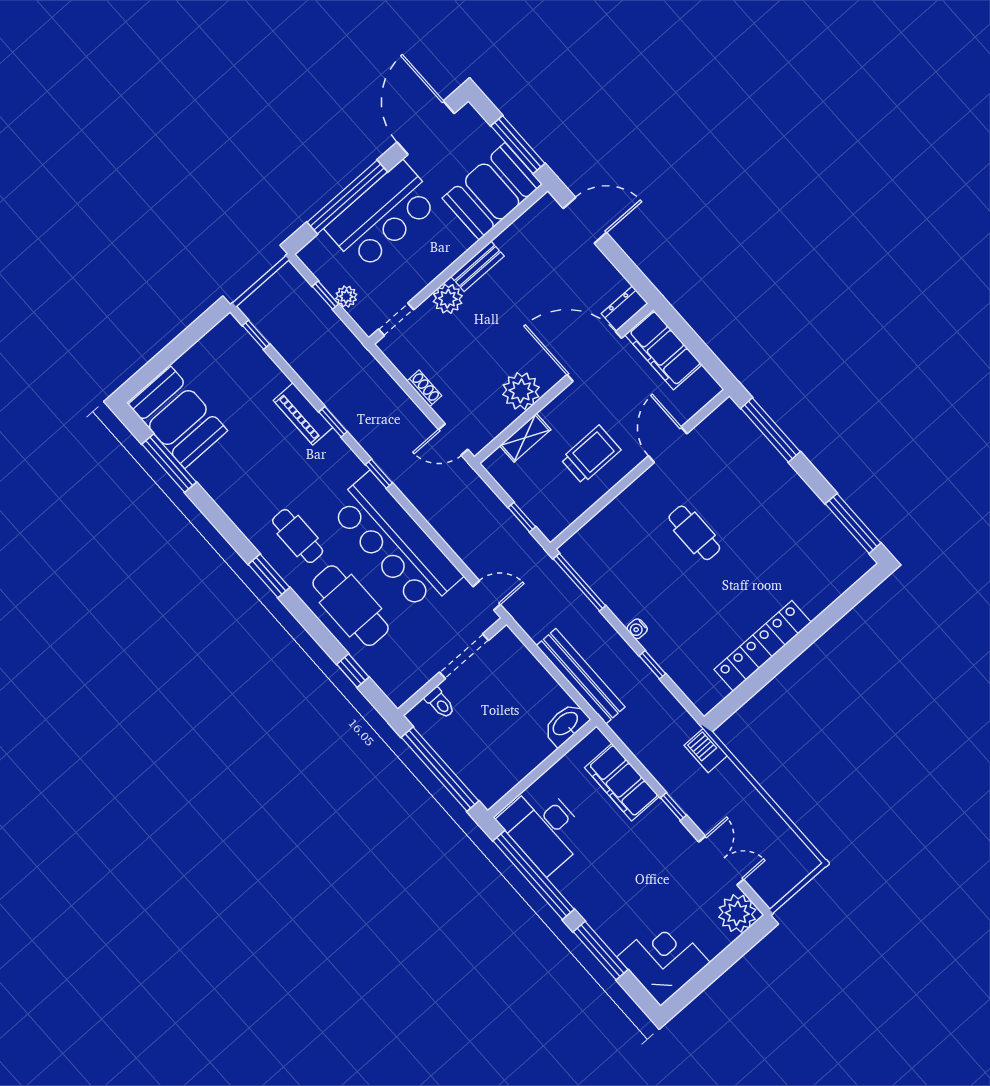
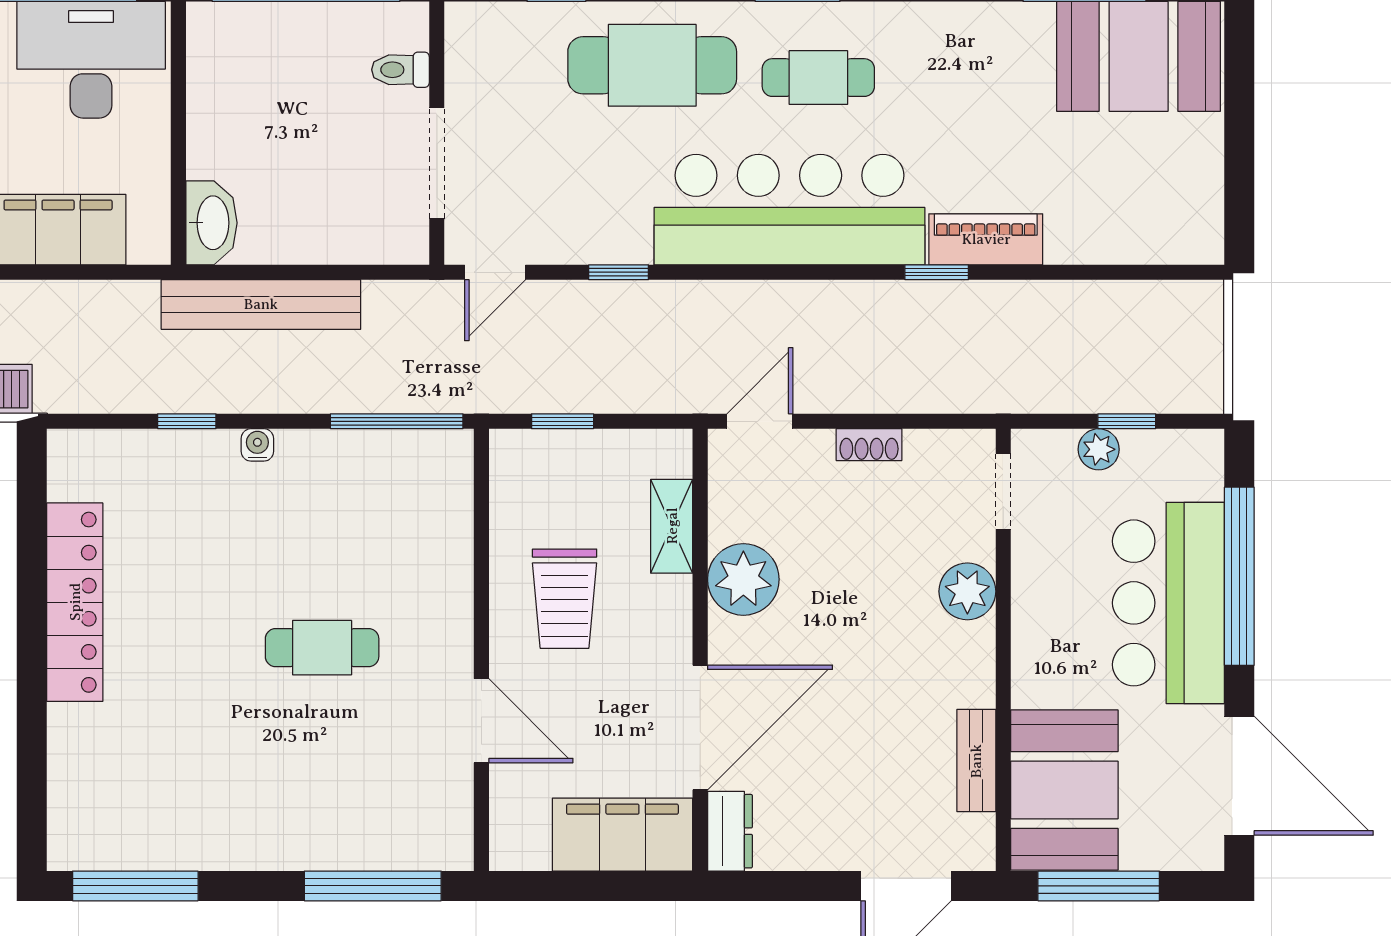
bench: (477, 266) -> (976, 761), moved
window: (256, 335) -> (1158, 272), removed
window: (379, 474) -> (619, 272), moved
bar counter: (396, 542) -> (789, 210), moved

